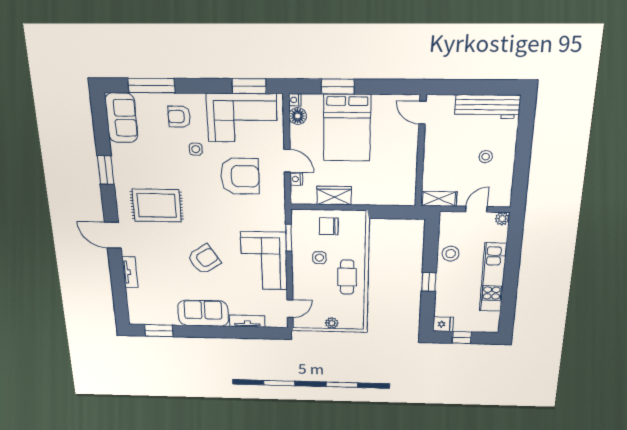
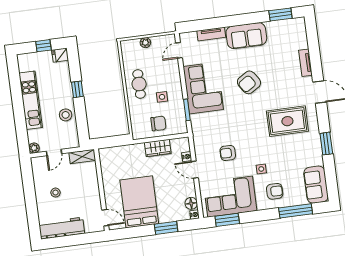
bed: (347, 128) -> (139, 202), moved
armchair: (240, 176) -> (228, 153), width x0.53, depth x0.53

